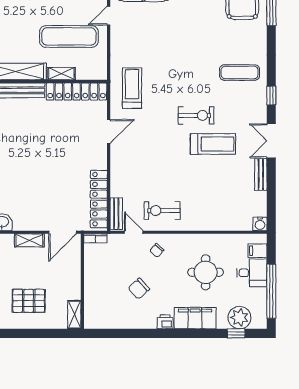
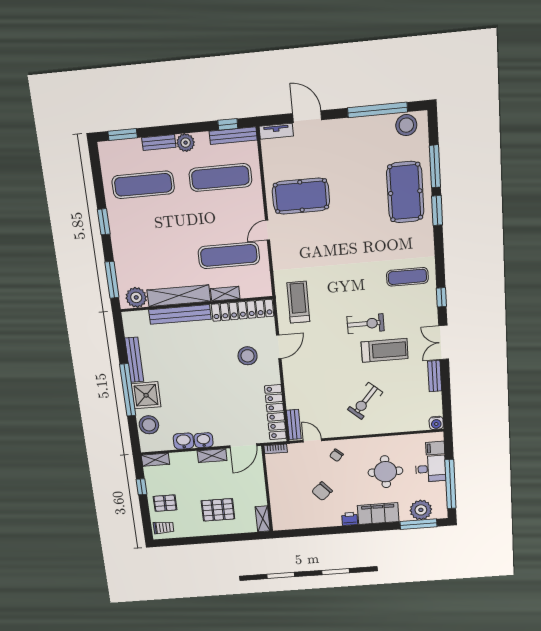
stool: (77, 138) -> (248, 356), added
exercise bike: (162, 211) -> (365, 401), moved, turned -49
washbasin: (23, 223) -> (204, 440), added
window: (236, 333) -> (418, 524), width x2.17

